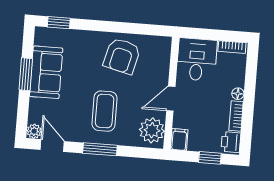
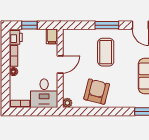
plant: (152, 130) -> (67, 103), moved, width x0.53, depth x0.53

